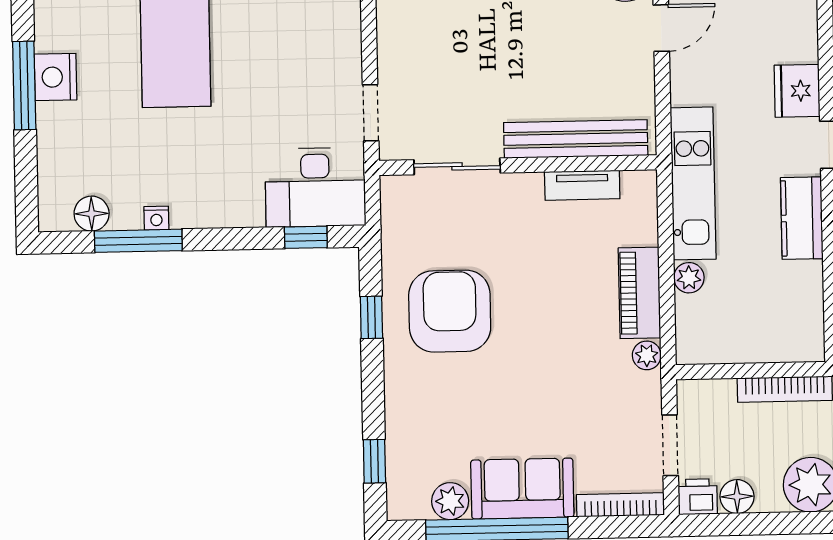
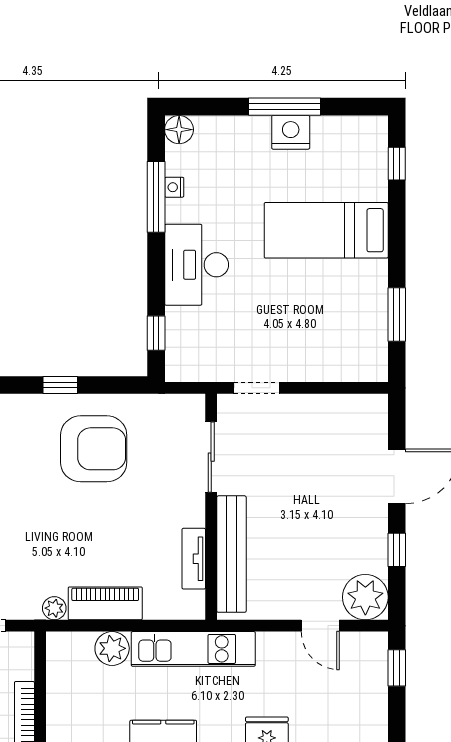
desk: (315, 187) -> (197, 265), moved
floor lamp: (92, 214) -> (179, 130), moved
nightstand: (156, 218) -> (174, 187), moved
plant: (689, 278) -> (112, 648), width x1.38, depth x1.38
window: (371, 317) -> (60, 385), moved

